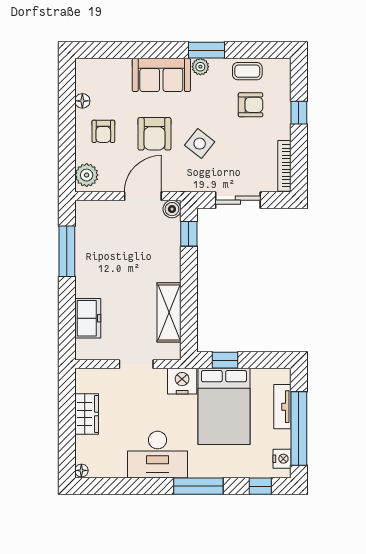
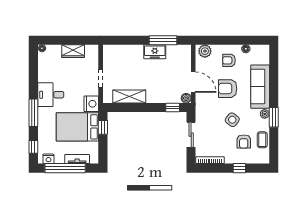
sofa: (161, 75) -> (260, 87), width x1.36
side table: (200, 144) -> (232, 120), moved
freezer: (88, 318) -> (155, 52), moved
desk: (158, 455) -> (51, 95), width x0.73

